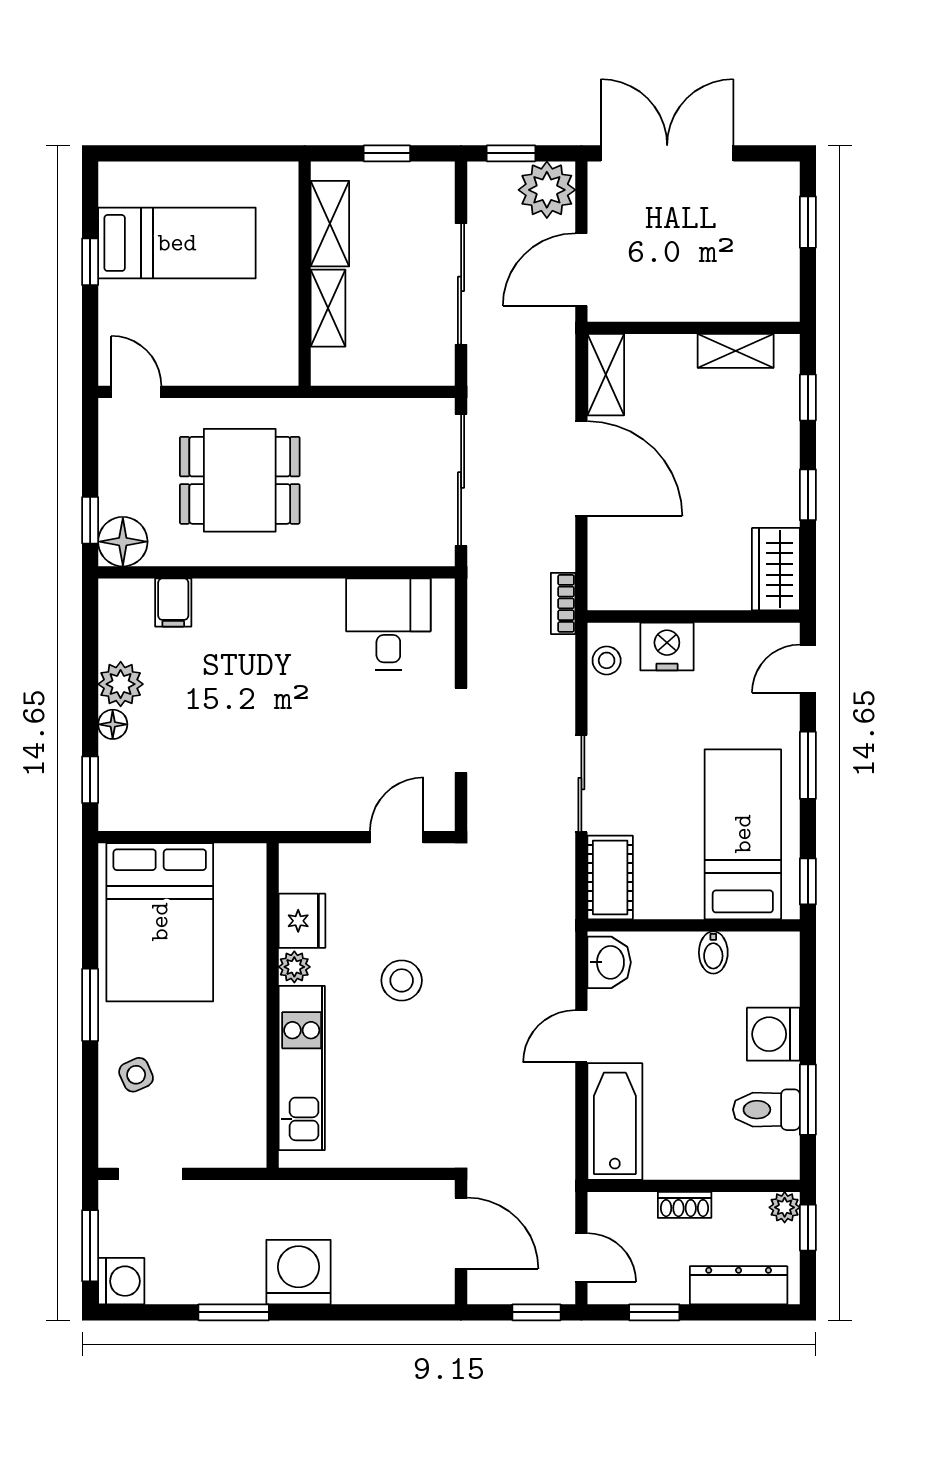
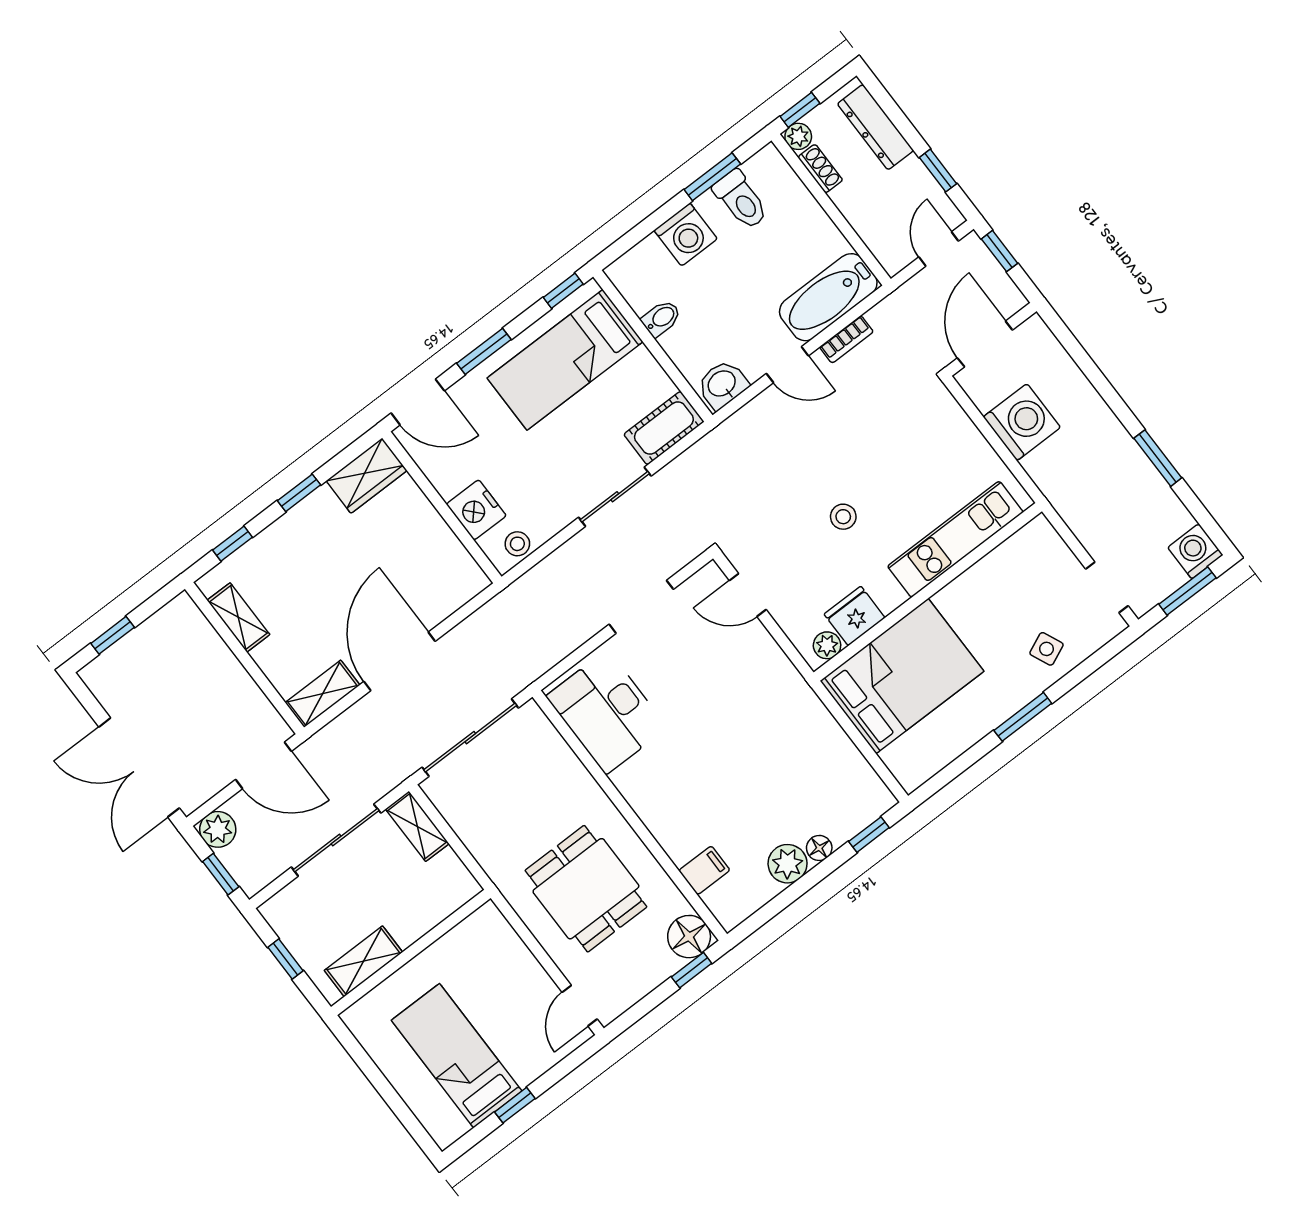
plant: (547, 190) -> (218, 829), width x0.73, depth x0.73
shelving: (328, 308) -> (417, 826), moved, turned 90
bookcase: (563, 603) -> (846, 339), moved
desk: (388, 624) -> (607, 712), width x1.37
door: (808, 669) -> (418, 402), width x1.38
bed: (160, 922) -> (902, 676), moved
plant: (294, 967) -> (827, 645), moved
stool: (402, 980) -> (843, 517), width x0.73, depth x0.73
shoe rack: (685, 1205) -> (820, 169), moved
washing machine: (298, 1272) -> (1022, 422), moved, turned 180

